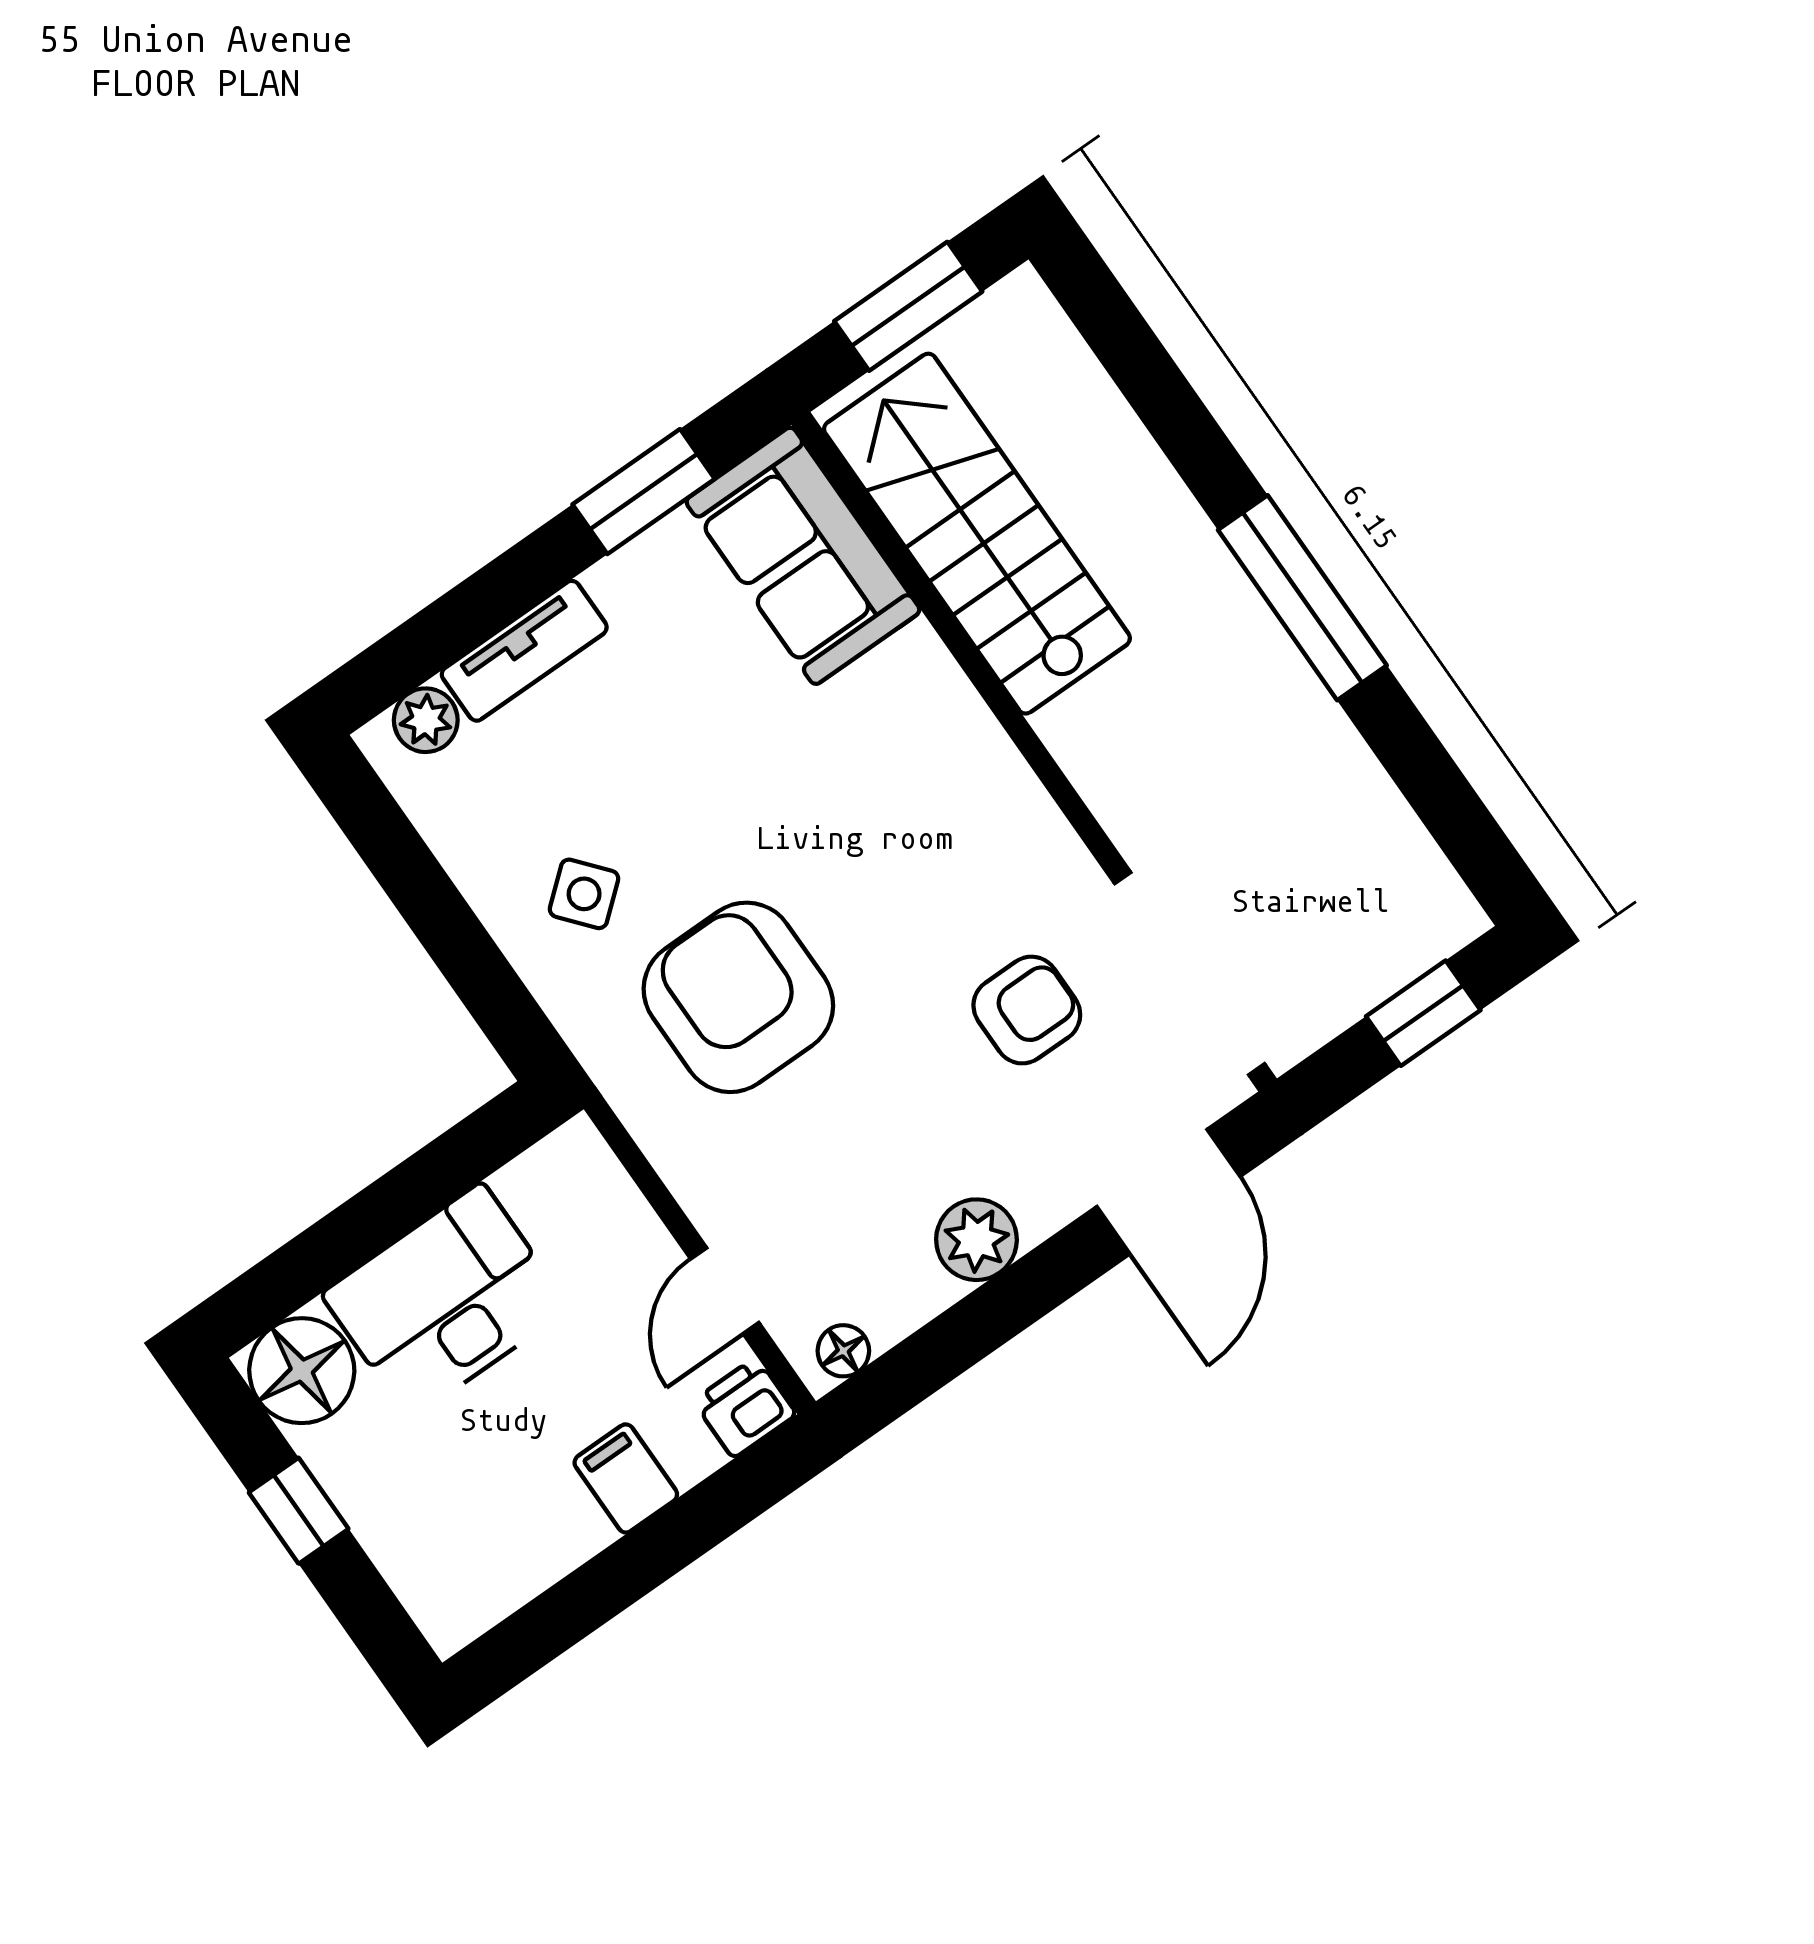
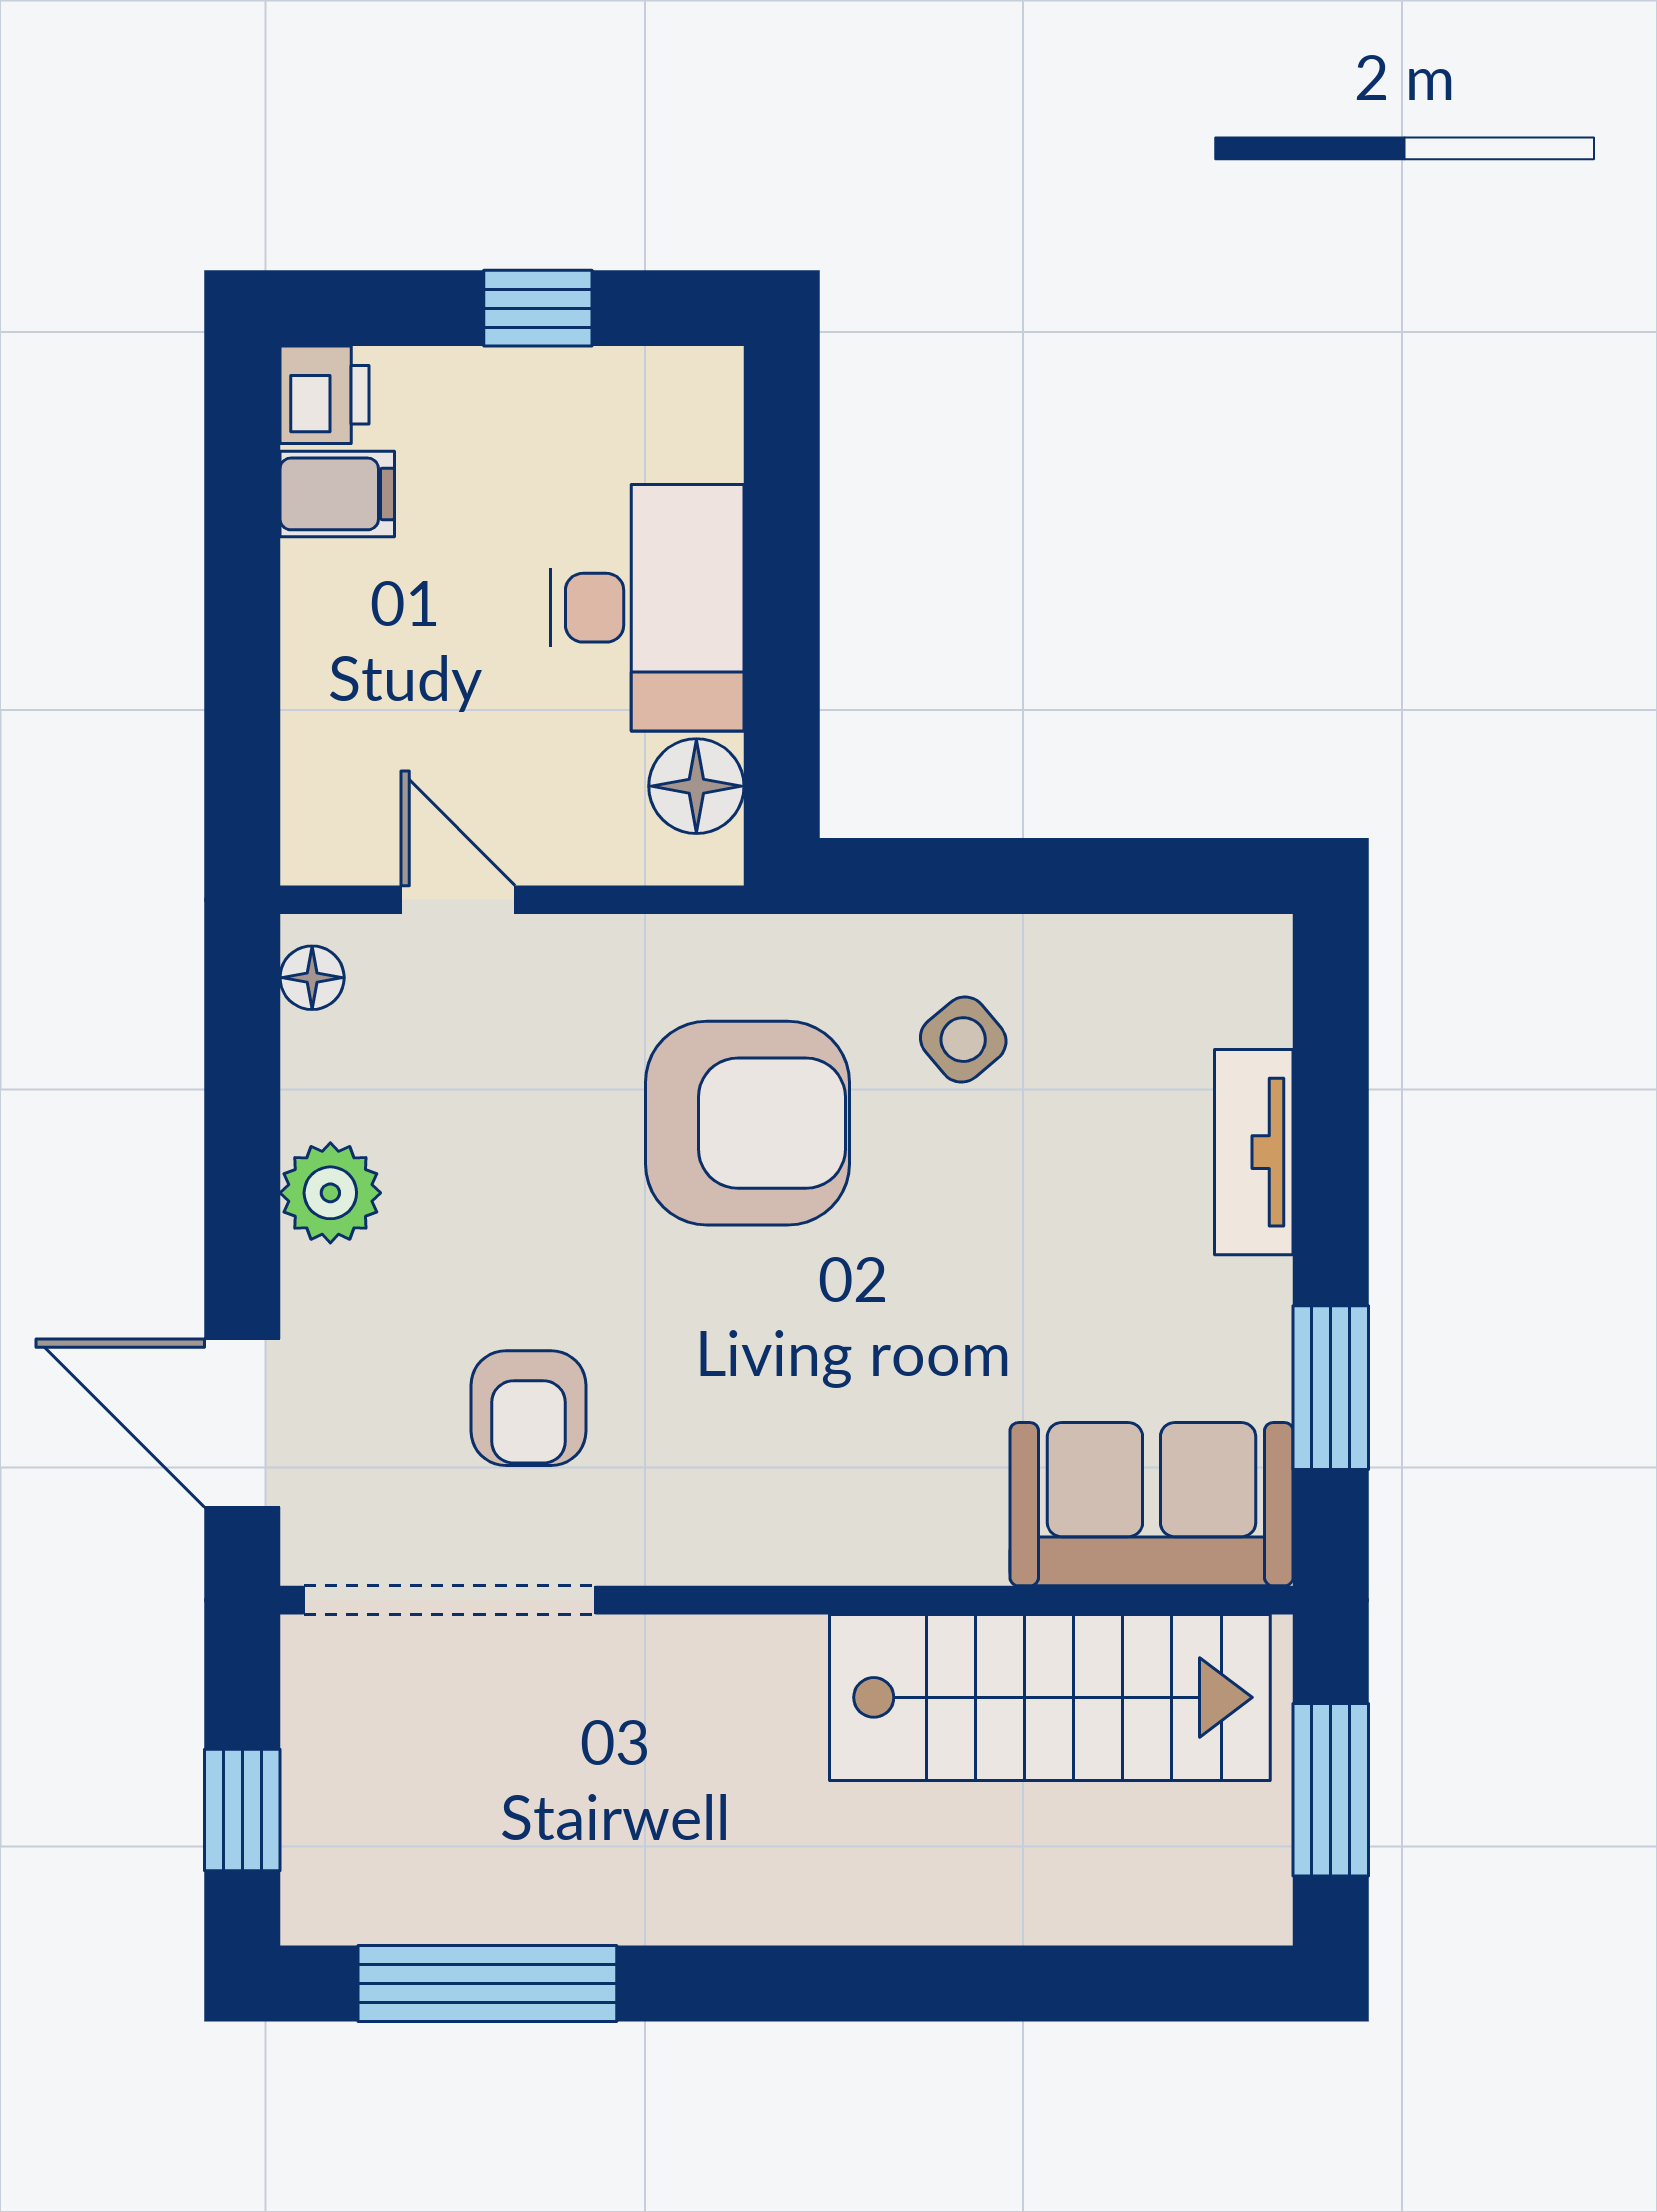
window: (1302, 598) -> (487, 1984), moved
plant: (426, 720) -> (1253, 1002), removed
floor lamp: (302, 1371) -> (696, 786), moved, width x0.73, depth x0.73
printer: (745, 1408) -> (324, 395), moved
filing cabinet: (626, 1478) -> (337, 494), moved

